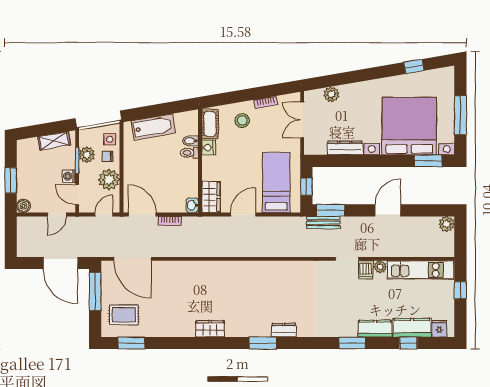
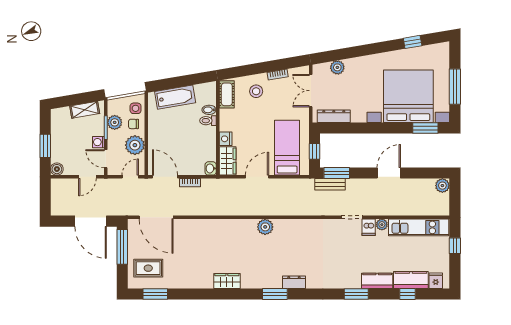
nightstand: (209, 148) -> (226, 139), moved
dresser: (345, 148) -> (334, 116), moved
plant: (252, 269) -> (265, 227), added

